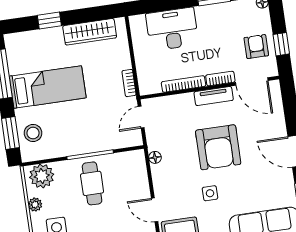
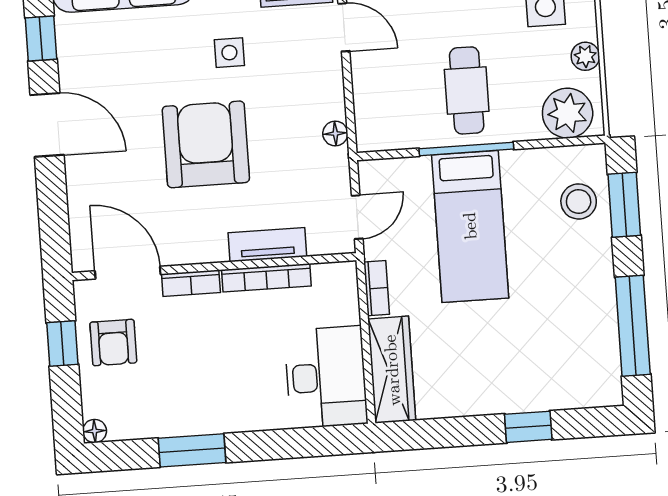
desk: (172, 29) -> (326, 377), moved, turned -90
wardrobe: (90, 32) -> (392, 370), moved, turned 90
bed: (48, 87) -> (470, 226), moved, turned -90
tv unit: (214, 96) -> (267, 245), moved

